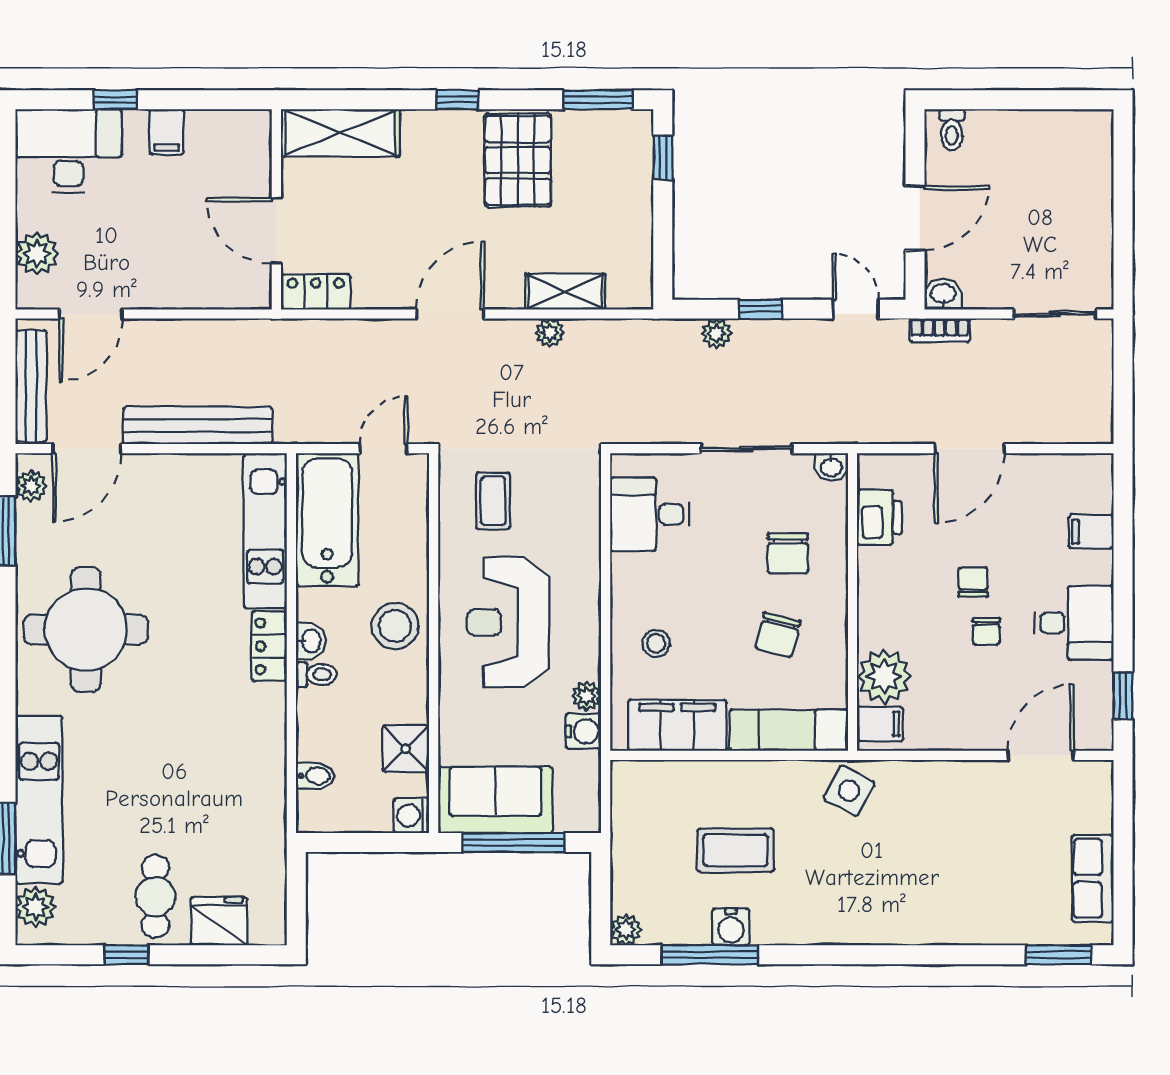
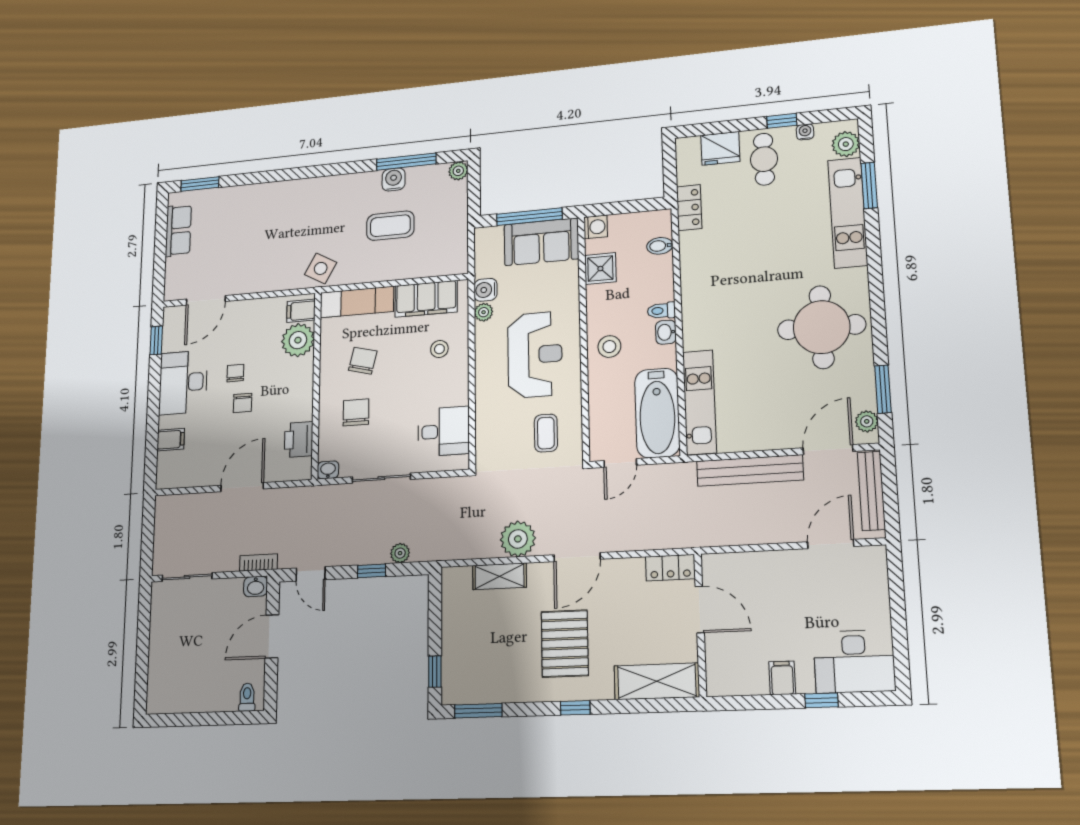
pallet: (518, 160) -> (565, 644), moved
plant: (37, 253) -> (873, 586), removed
plant: (550, 333) -> (518, 539), width x1.88, depth x1.88
desk: (1074, 623) -> (183, 382), width x1.37
stool: (395, 626) -> (609, 347), width x0.73, depth x0.73
locker: (269, 646) -> (689, 208), moved
water cooler: (93, 933) -> (805, 132), added

